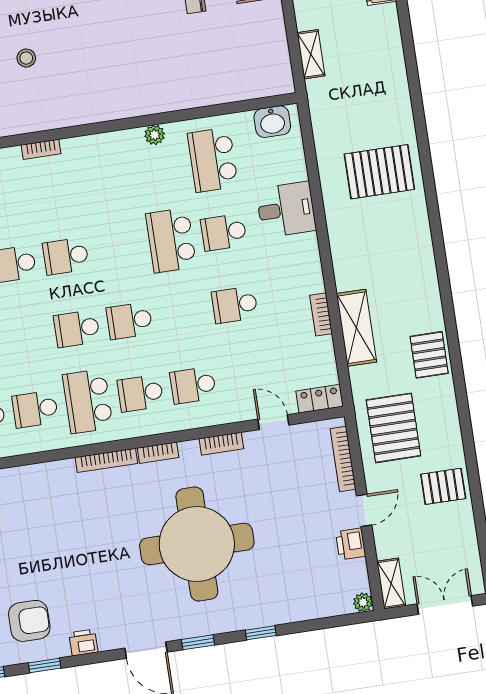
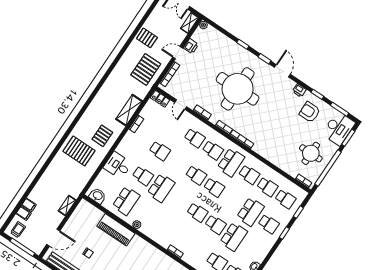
piano: (183, 91) -> (116, 230), added
pallet: (429, 355) -> (102, 136), moved

